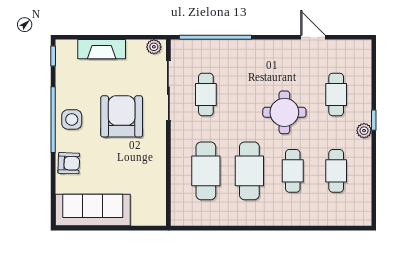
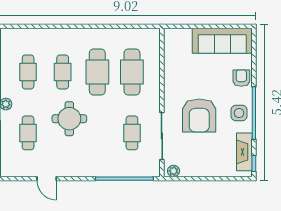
fireplace: (102, 49) -> (244, 152), moved, turned -90
armchair: (69, 163) -> (241, 78), turned 88

